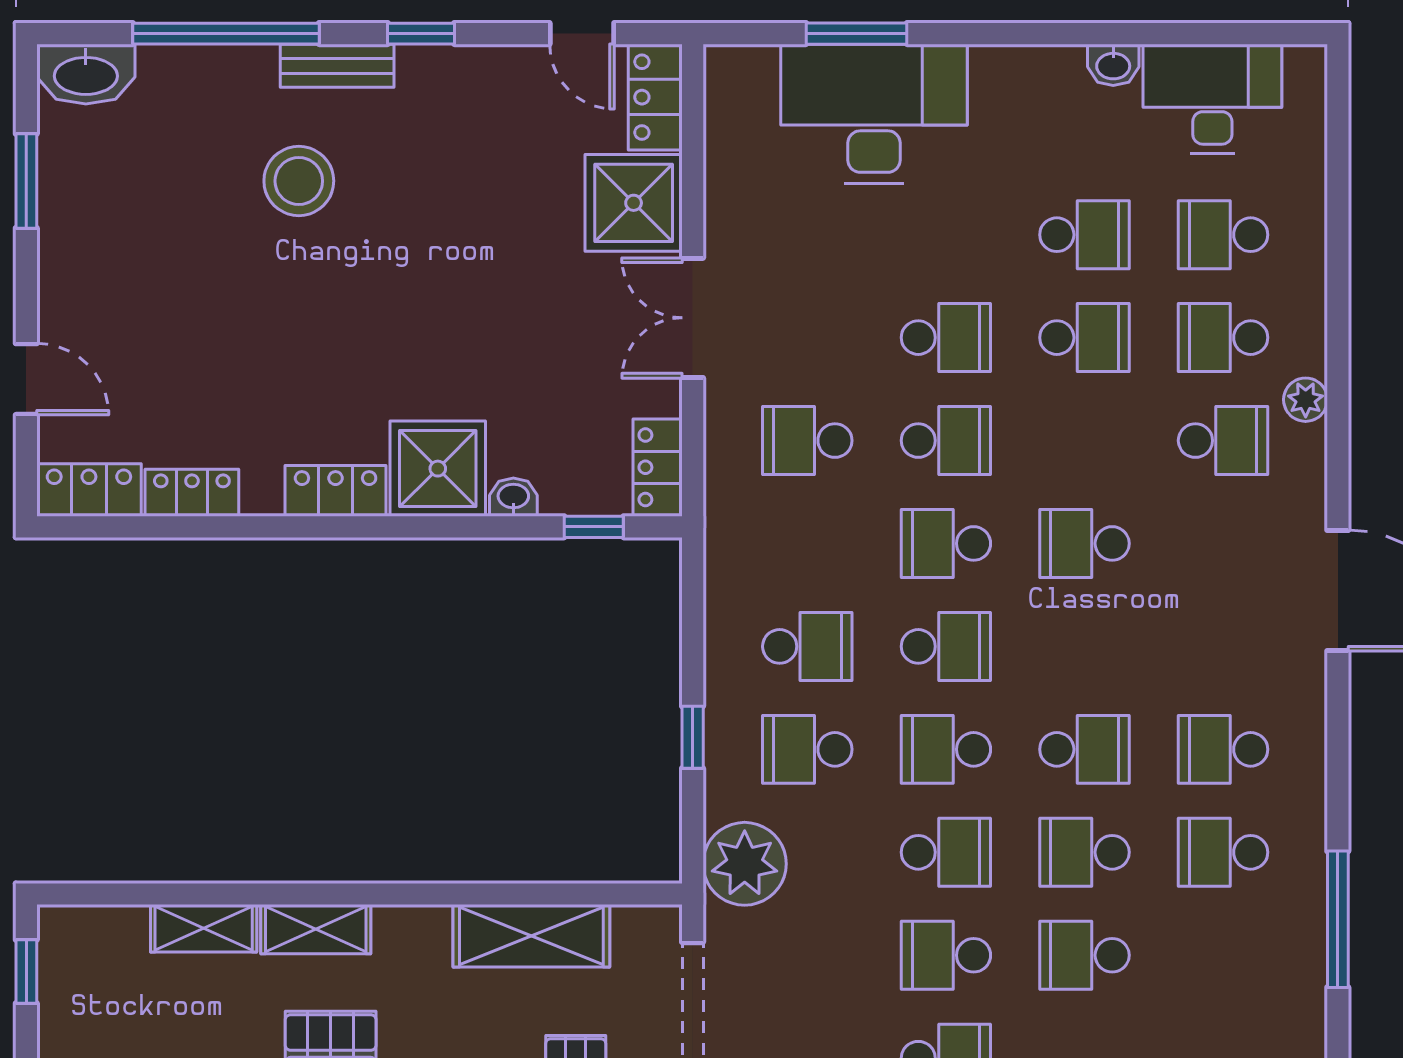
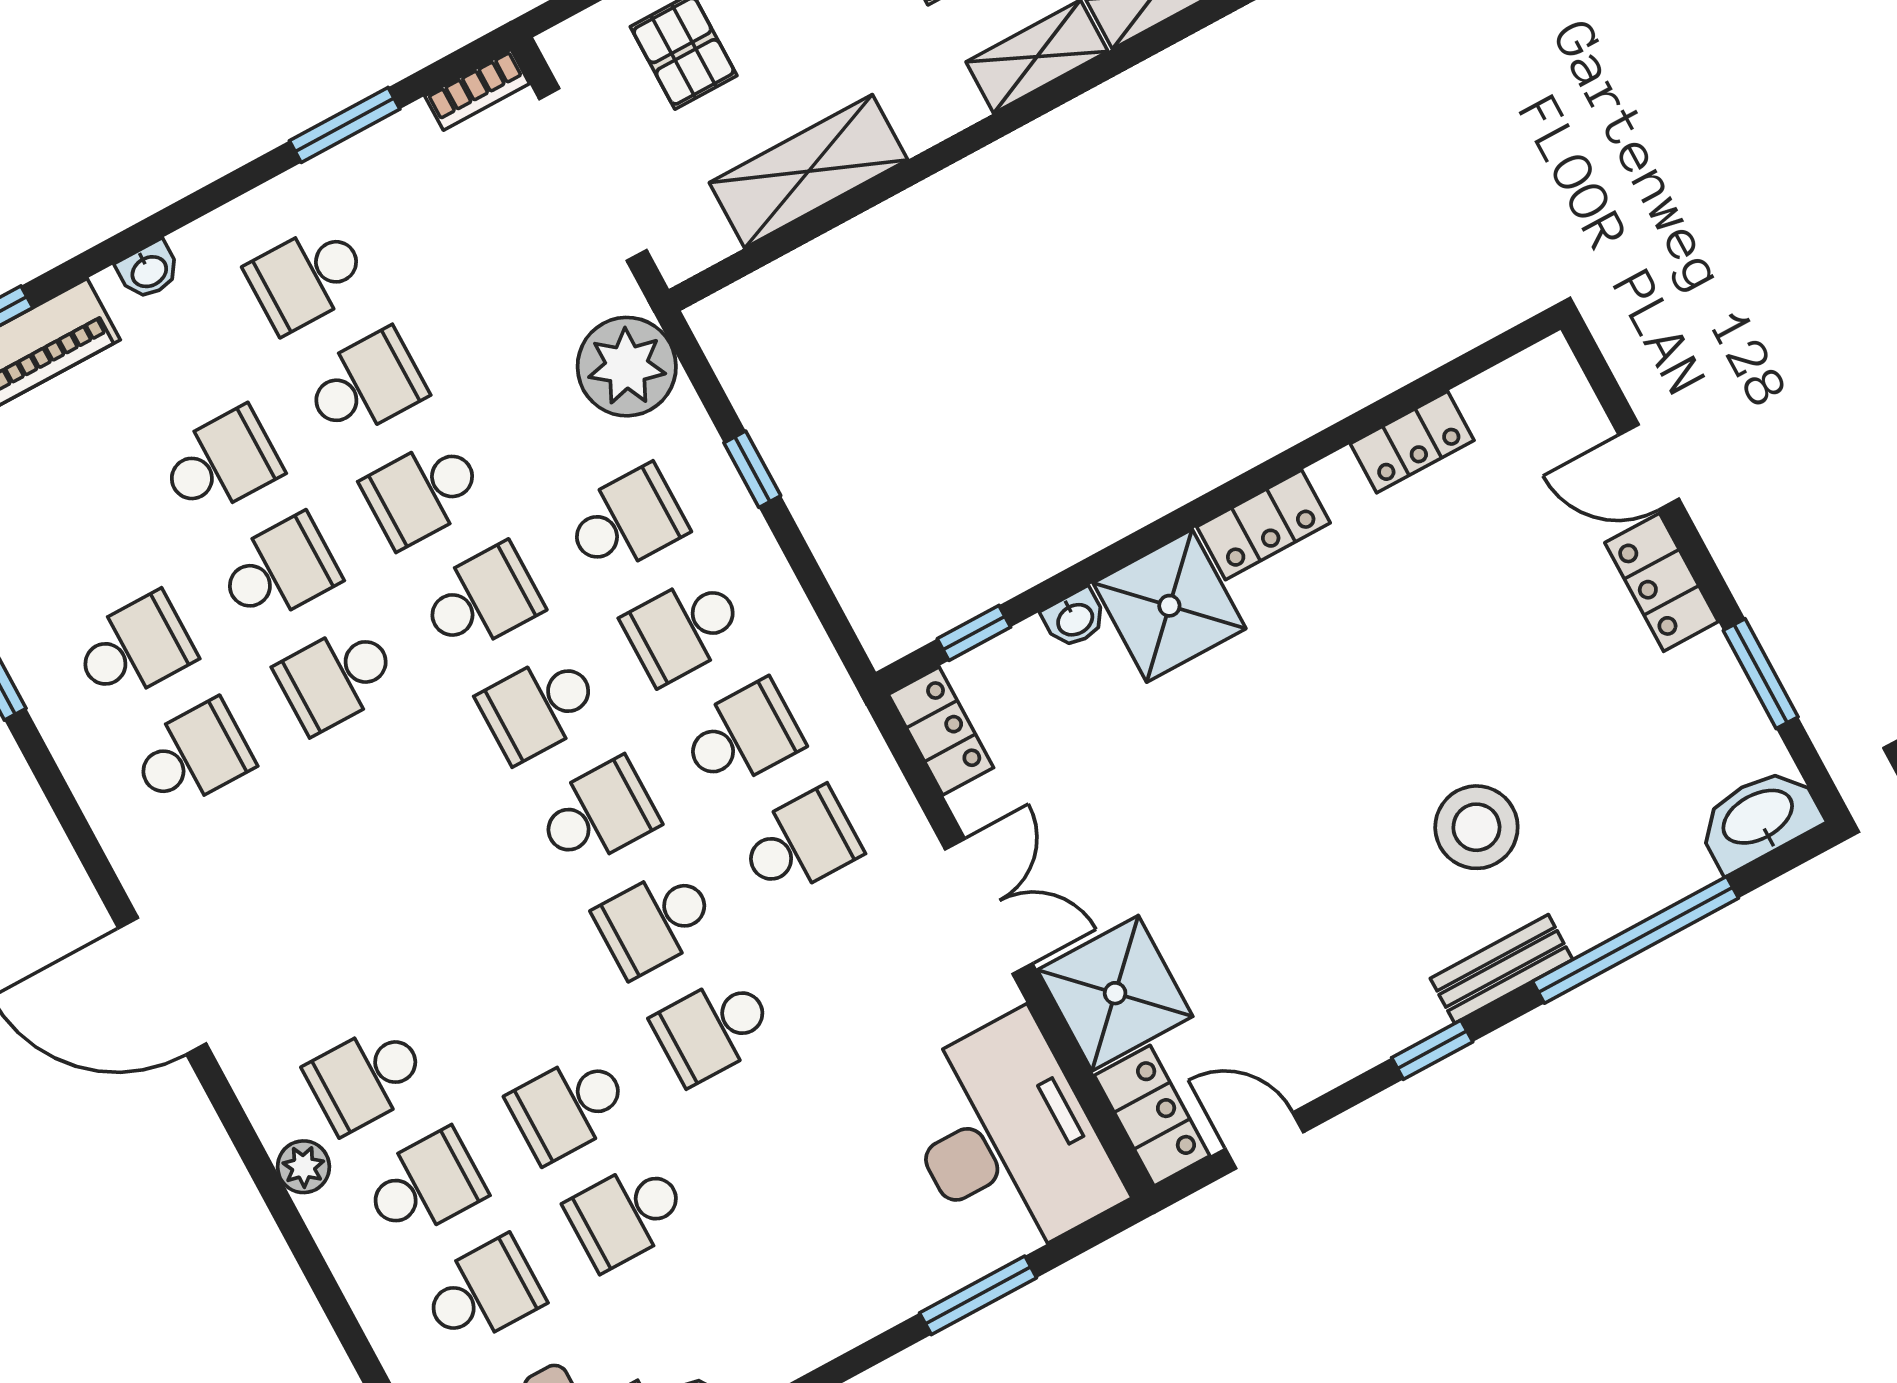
desk: (874, 114) -> (1007, 1140), moved, turned -90
locker: (89, 490) -> (1662, 582), moved, turned 90
school desk: (1084, 543) -> (742, 736), moved

